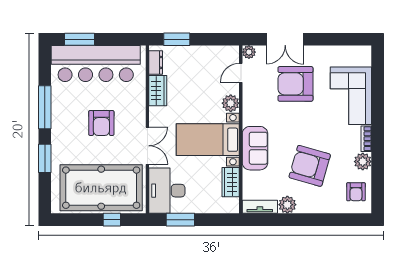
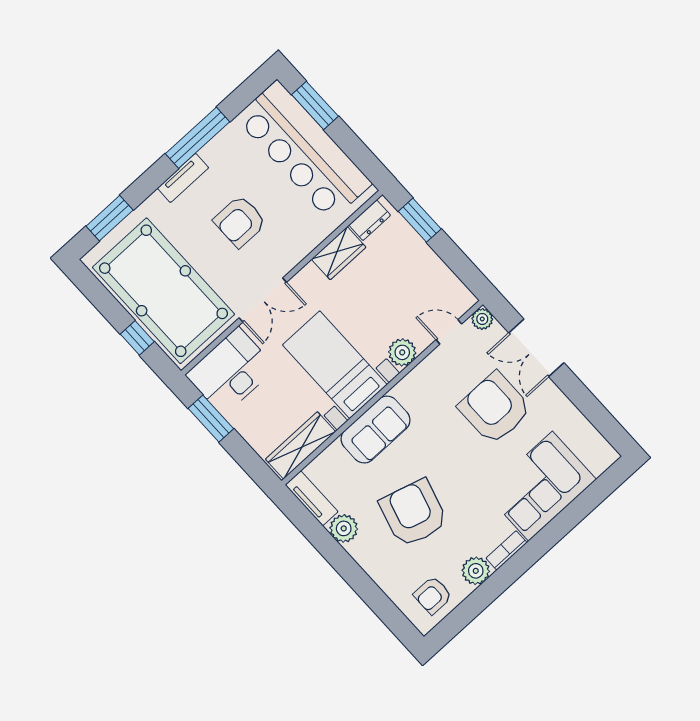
tv unit: (57, 131) -> (183, 178), added
window: (45, 158) -> (110, 218), moved
wardrobe: (231, 182) -> (301, 445), width x1.50

